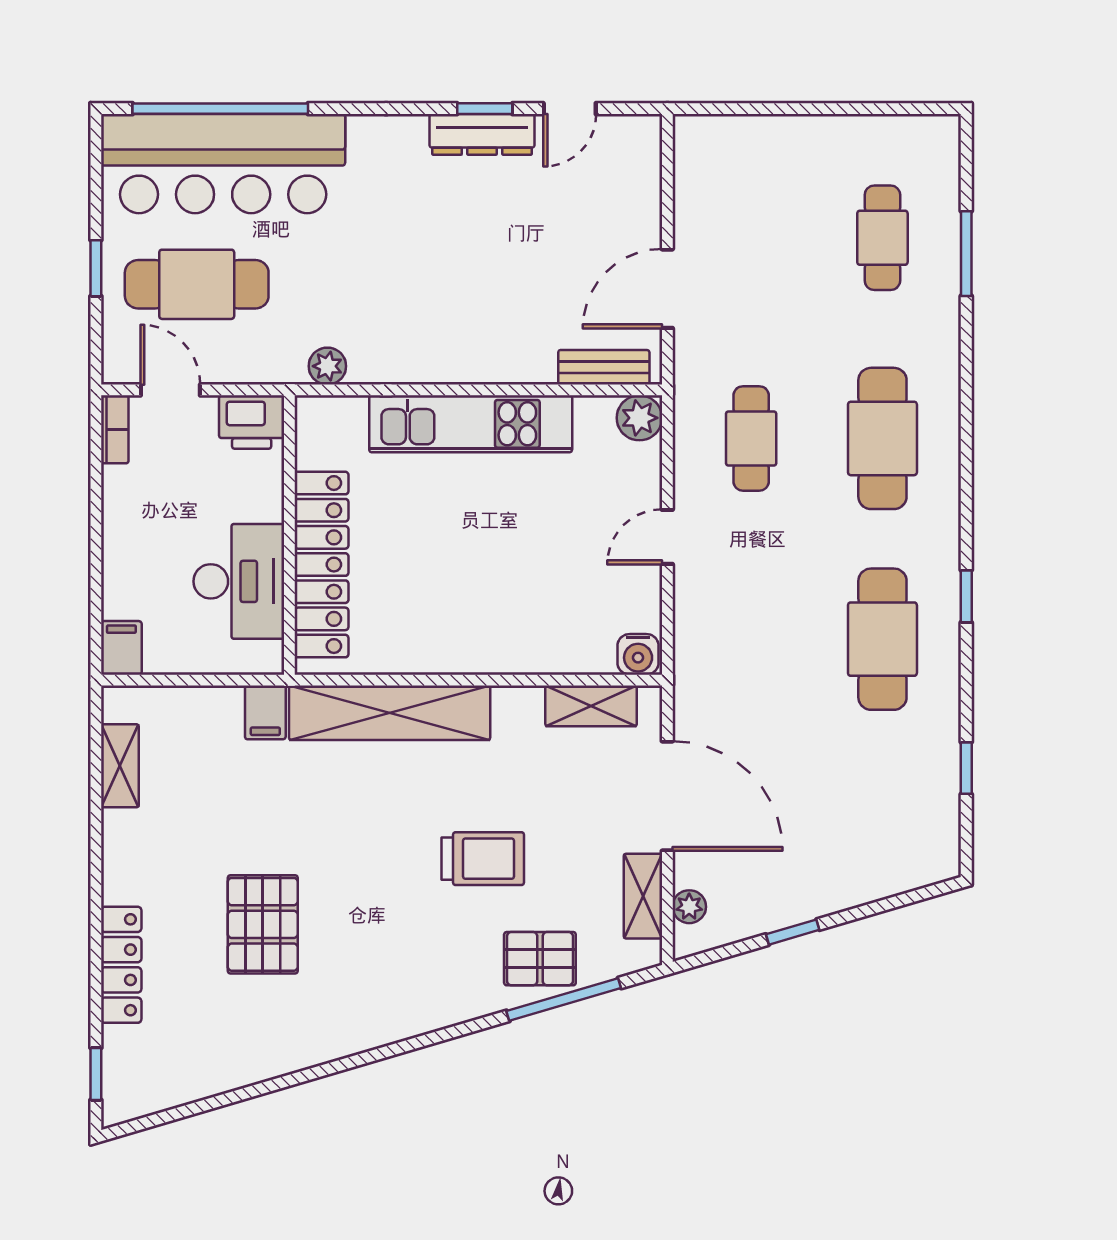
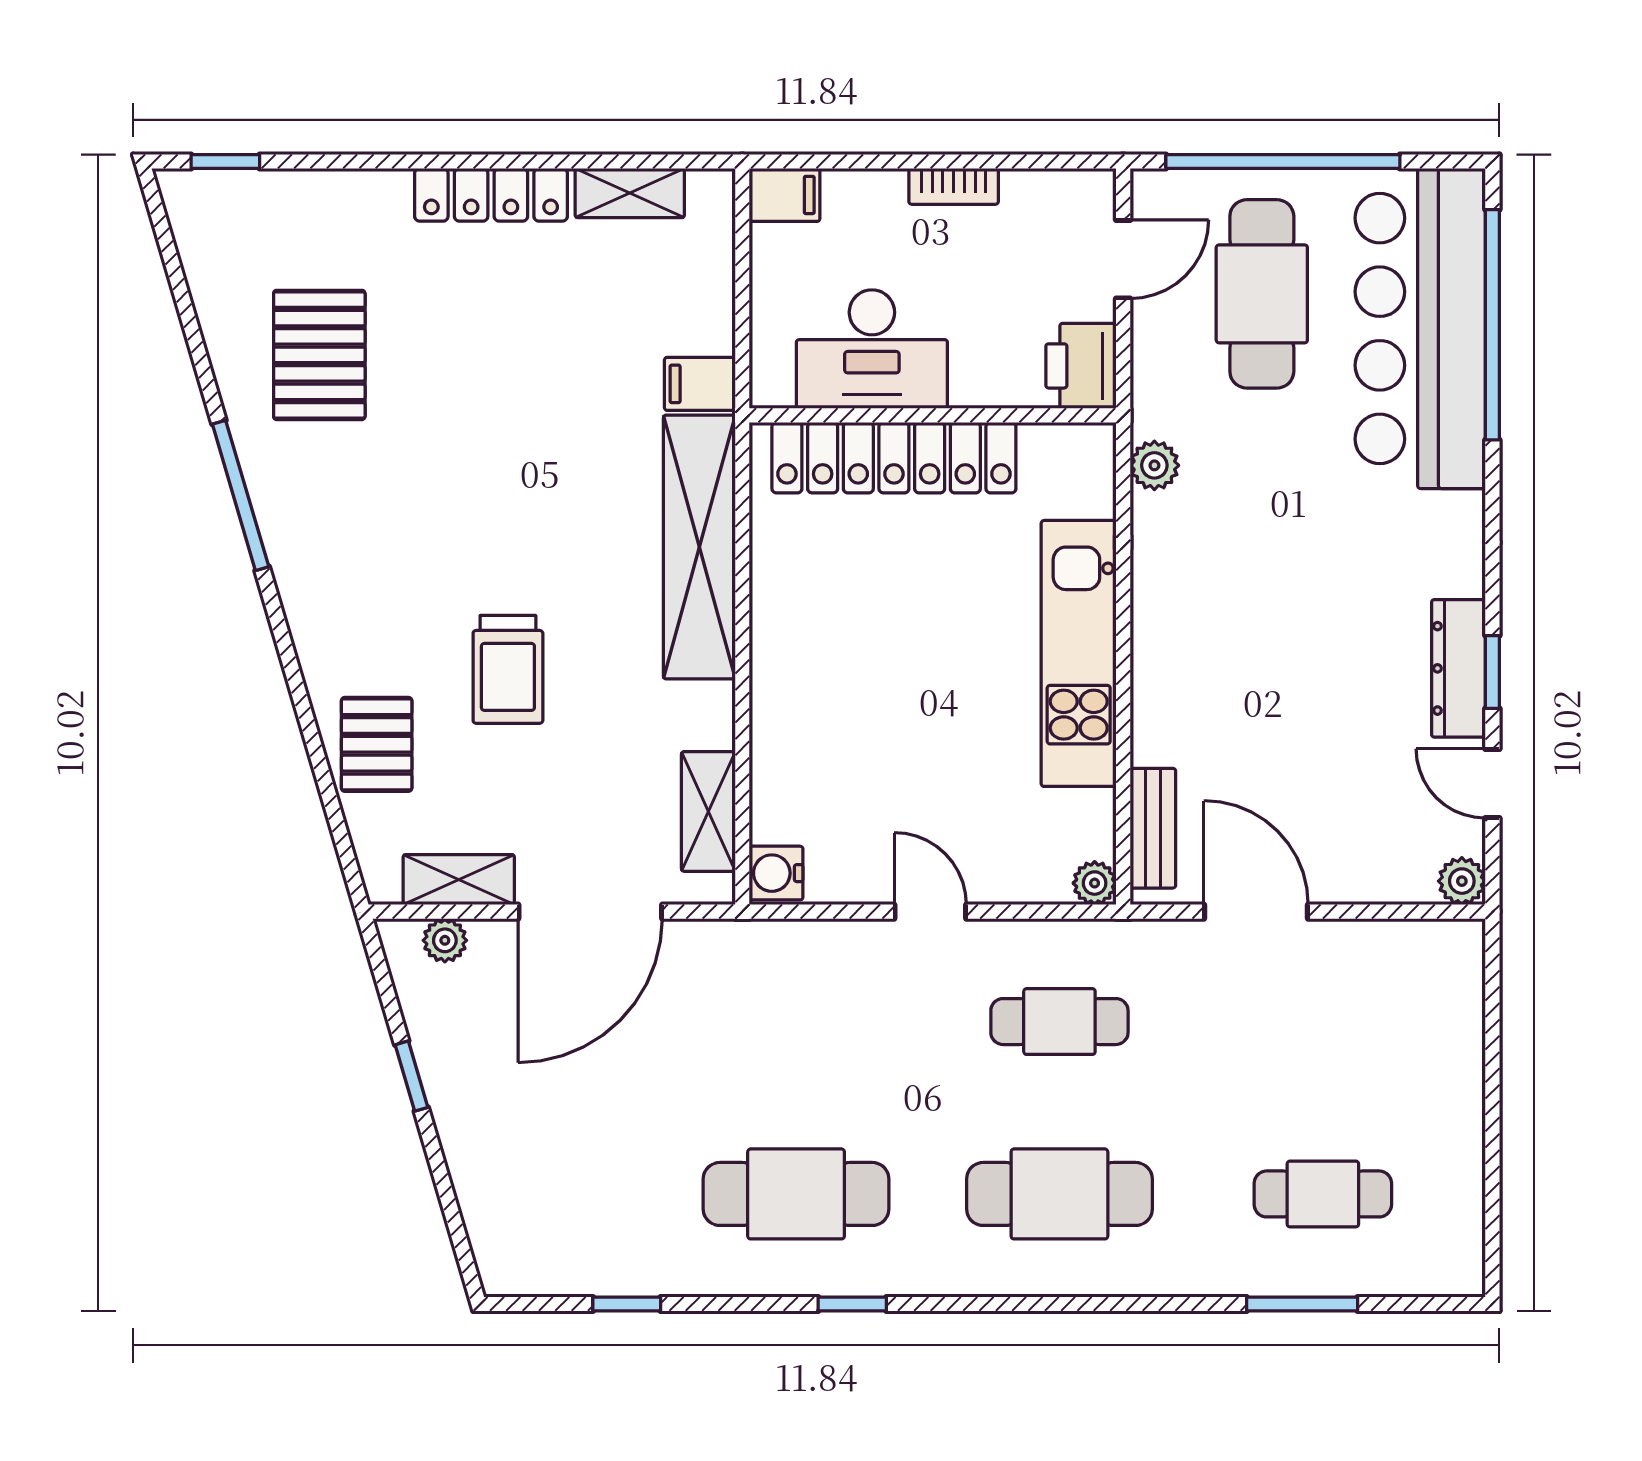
plant: (644, 132) -> (1462, 881), added
window: (96, 268) -> (1283, 162), width x3.17
plant: (639, 418) -> (1095, 883), width x0.73, depth x0.73
bookcase: (115, 429) -> (954, 186), moved
pallet: (263, 924) -> (319, 355), moved, turned 90
locker: (121, 965) -> (491, 195), moved
window: (564, 999) -> (241, 495), moved

